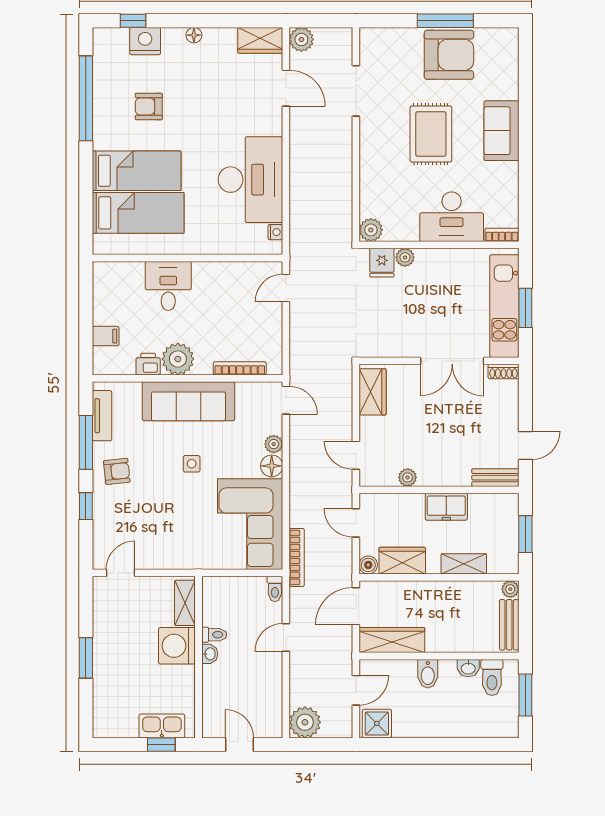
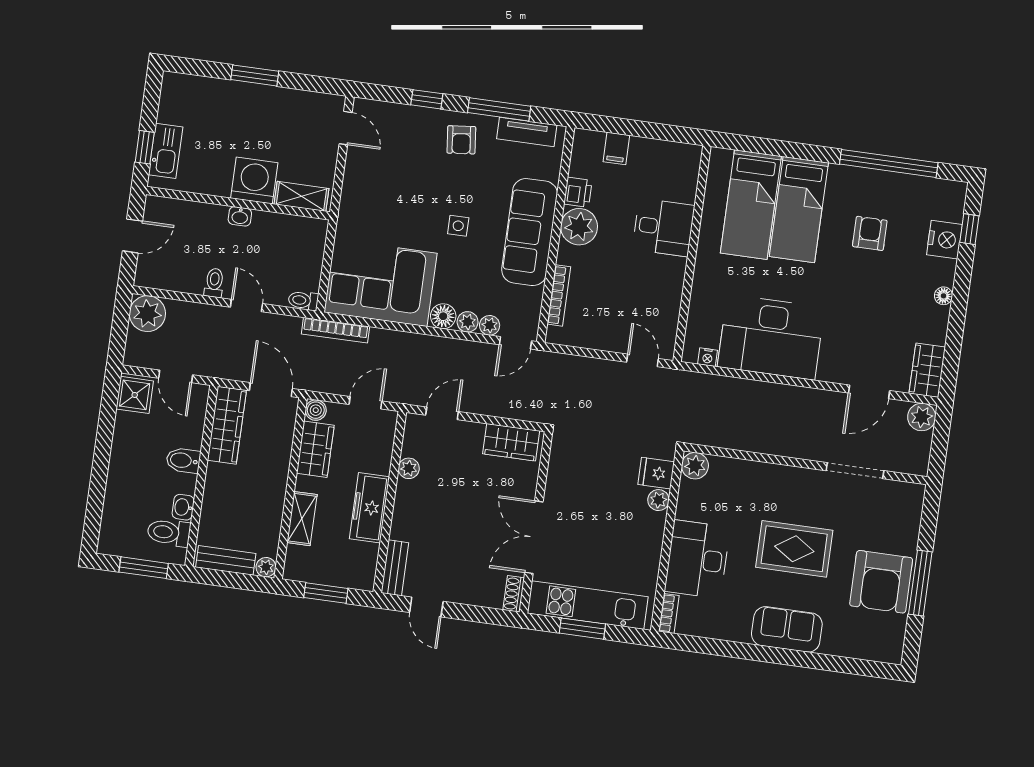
plant: (274, 425) -> (490, 325), added
freezer: (446, 507) -> (369, 508), width x1.40
toilet: (214, 635) -> (214, 283), moved, turned 180

